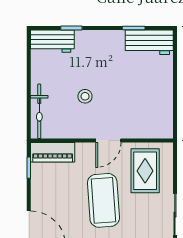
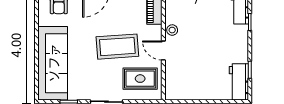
stool: (85, 96) -> (172, 30), moved

